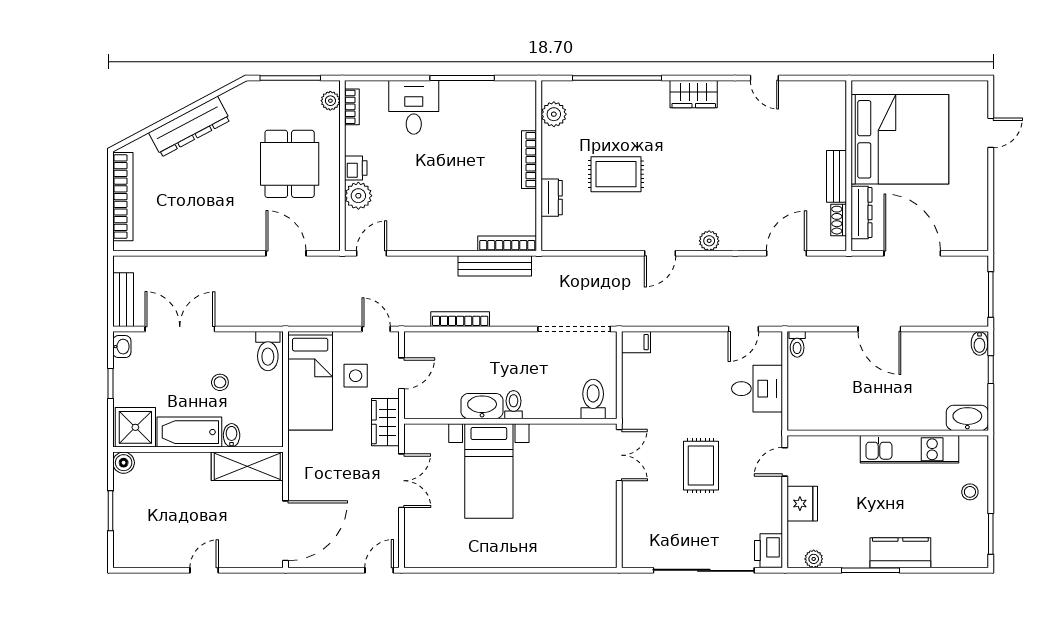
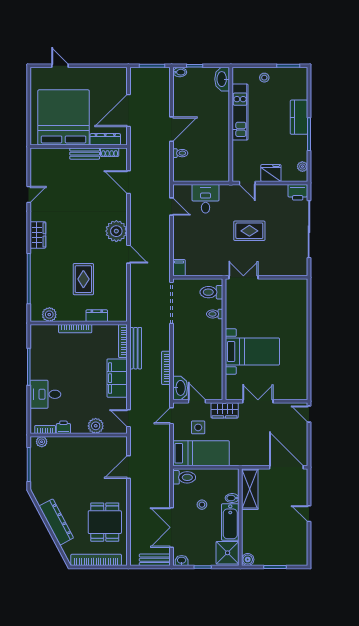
dining table: (290, 164) -> (105, 522), moved, turned 90
printer: (356, 168) -> (63, 427), moved
filing cabinet: (442, 233) -> (117, 378), added
plant: (709, 241) -> (116, 231), width x1.88, depth x1.88
toilet: (797, 344) -> (180, 153), moved
toilet: (514, 405) -> (215, 314), moved
washbasin: (482, 406) -> (180, 388), moved, turned 180

